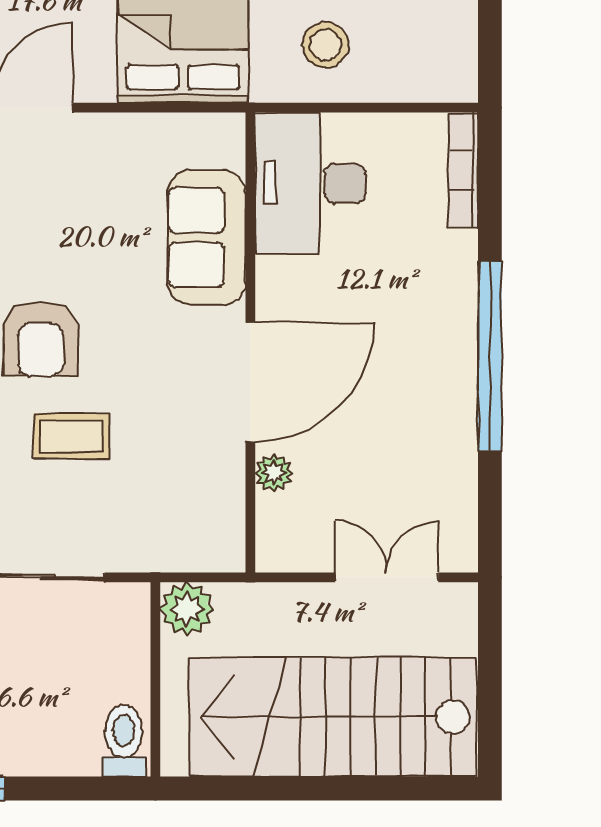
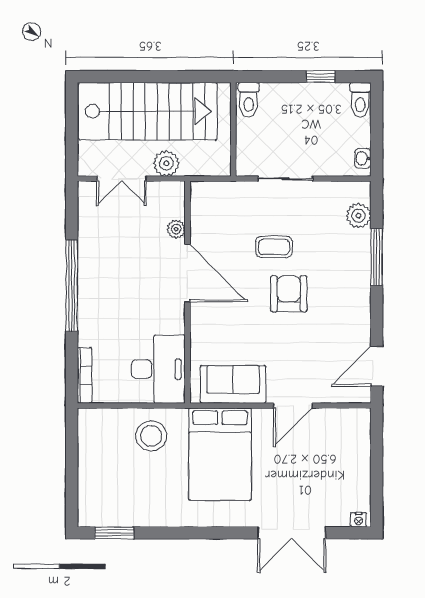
stool: (325, 45) -> (151, 436), width x1.38, depth x1.38
sofa: (206, 237) -> (233, 384), moved, turned -90
door: (250, 382) -> (188, 273), swing flipped
plant: (187, 609) -> (166, 163), moved

